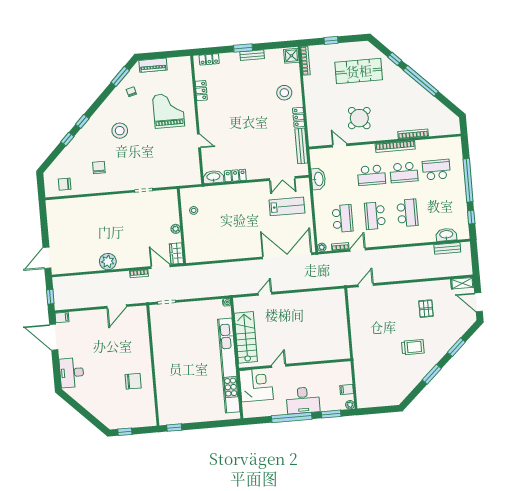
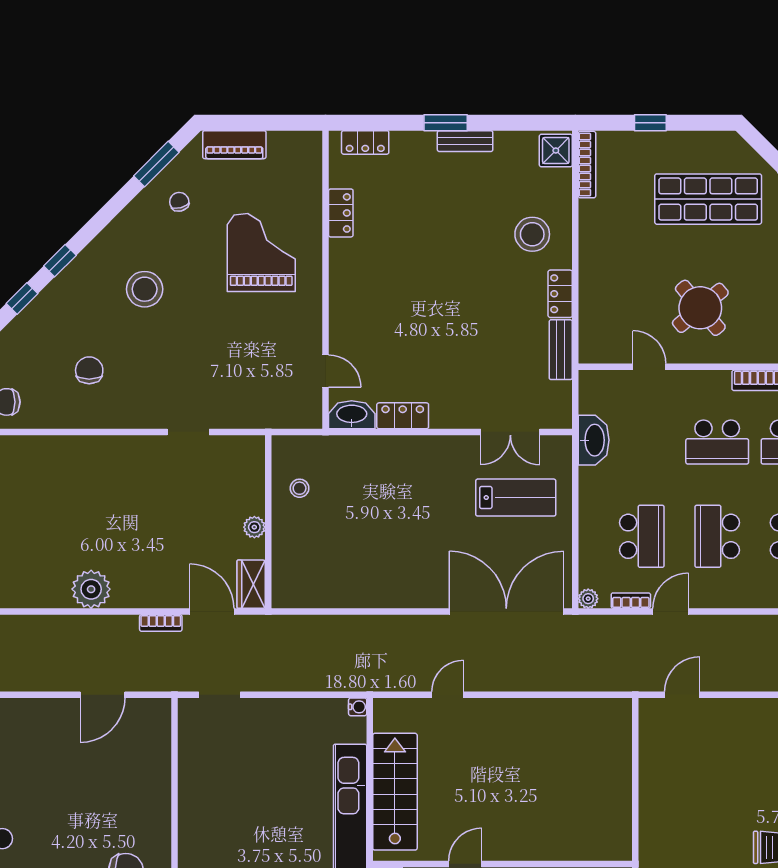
door: (199, 141) -> (325, 371), moved
bench: (301, 146) -> (561, 350), width x0.73

